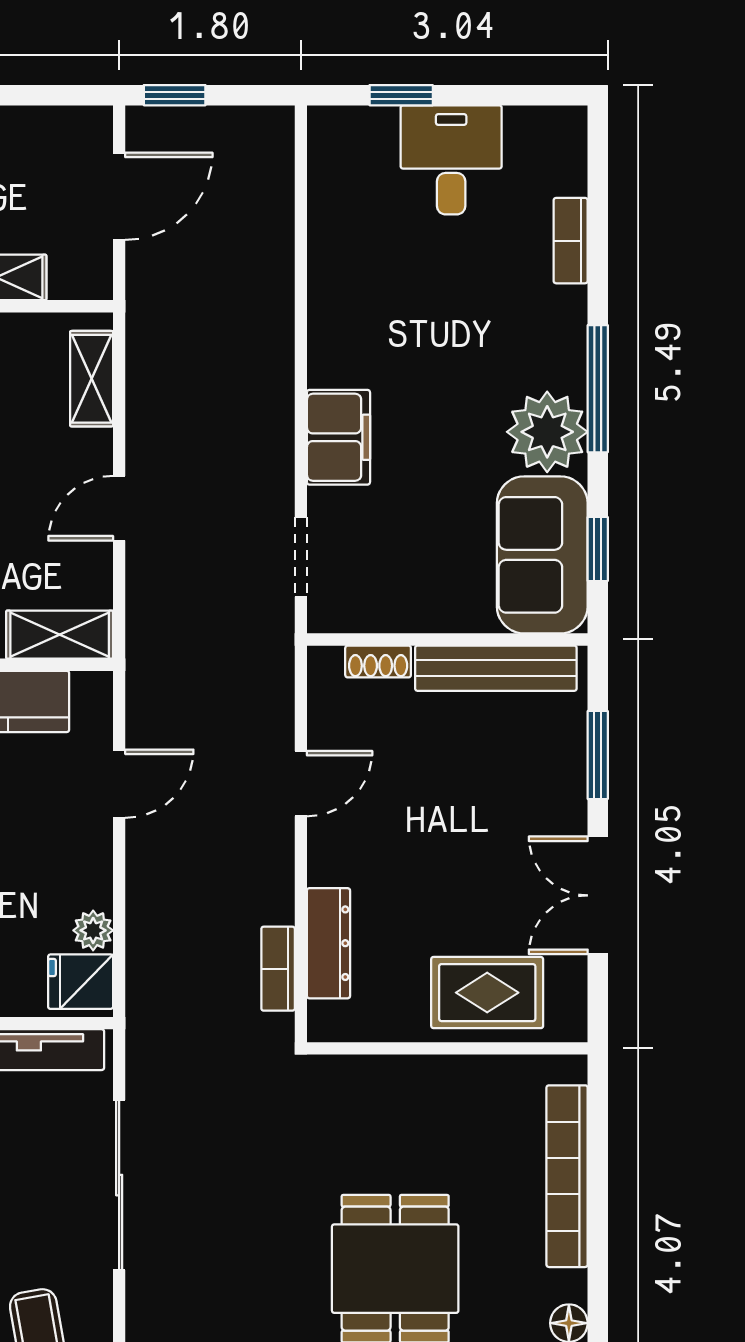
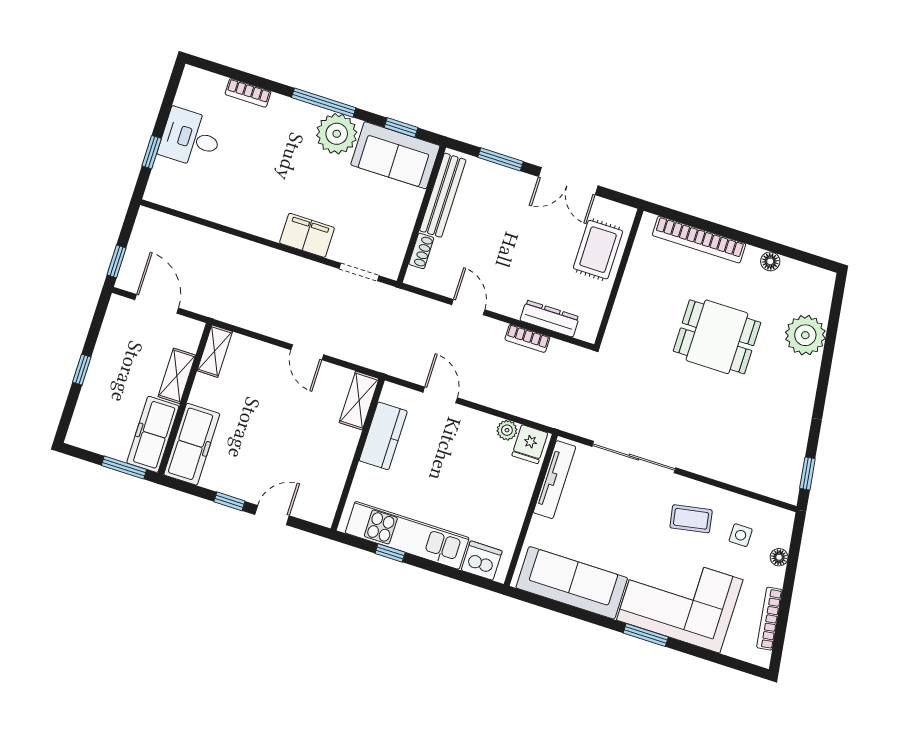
shelving: (92, 379) -> (215, 351), moved, turned 90
bookcase: (278, 969) -> (527, 338), moved

